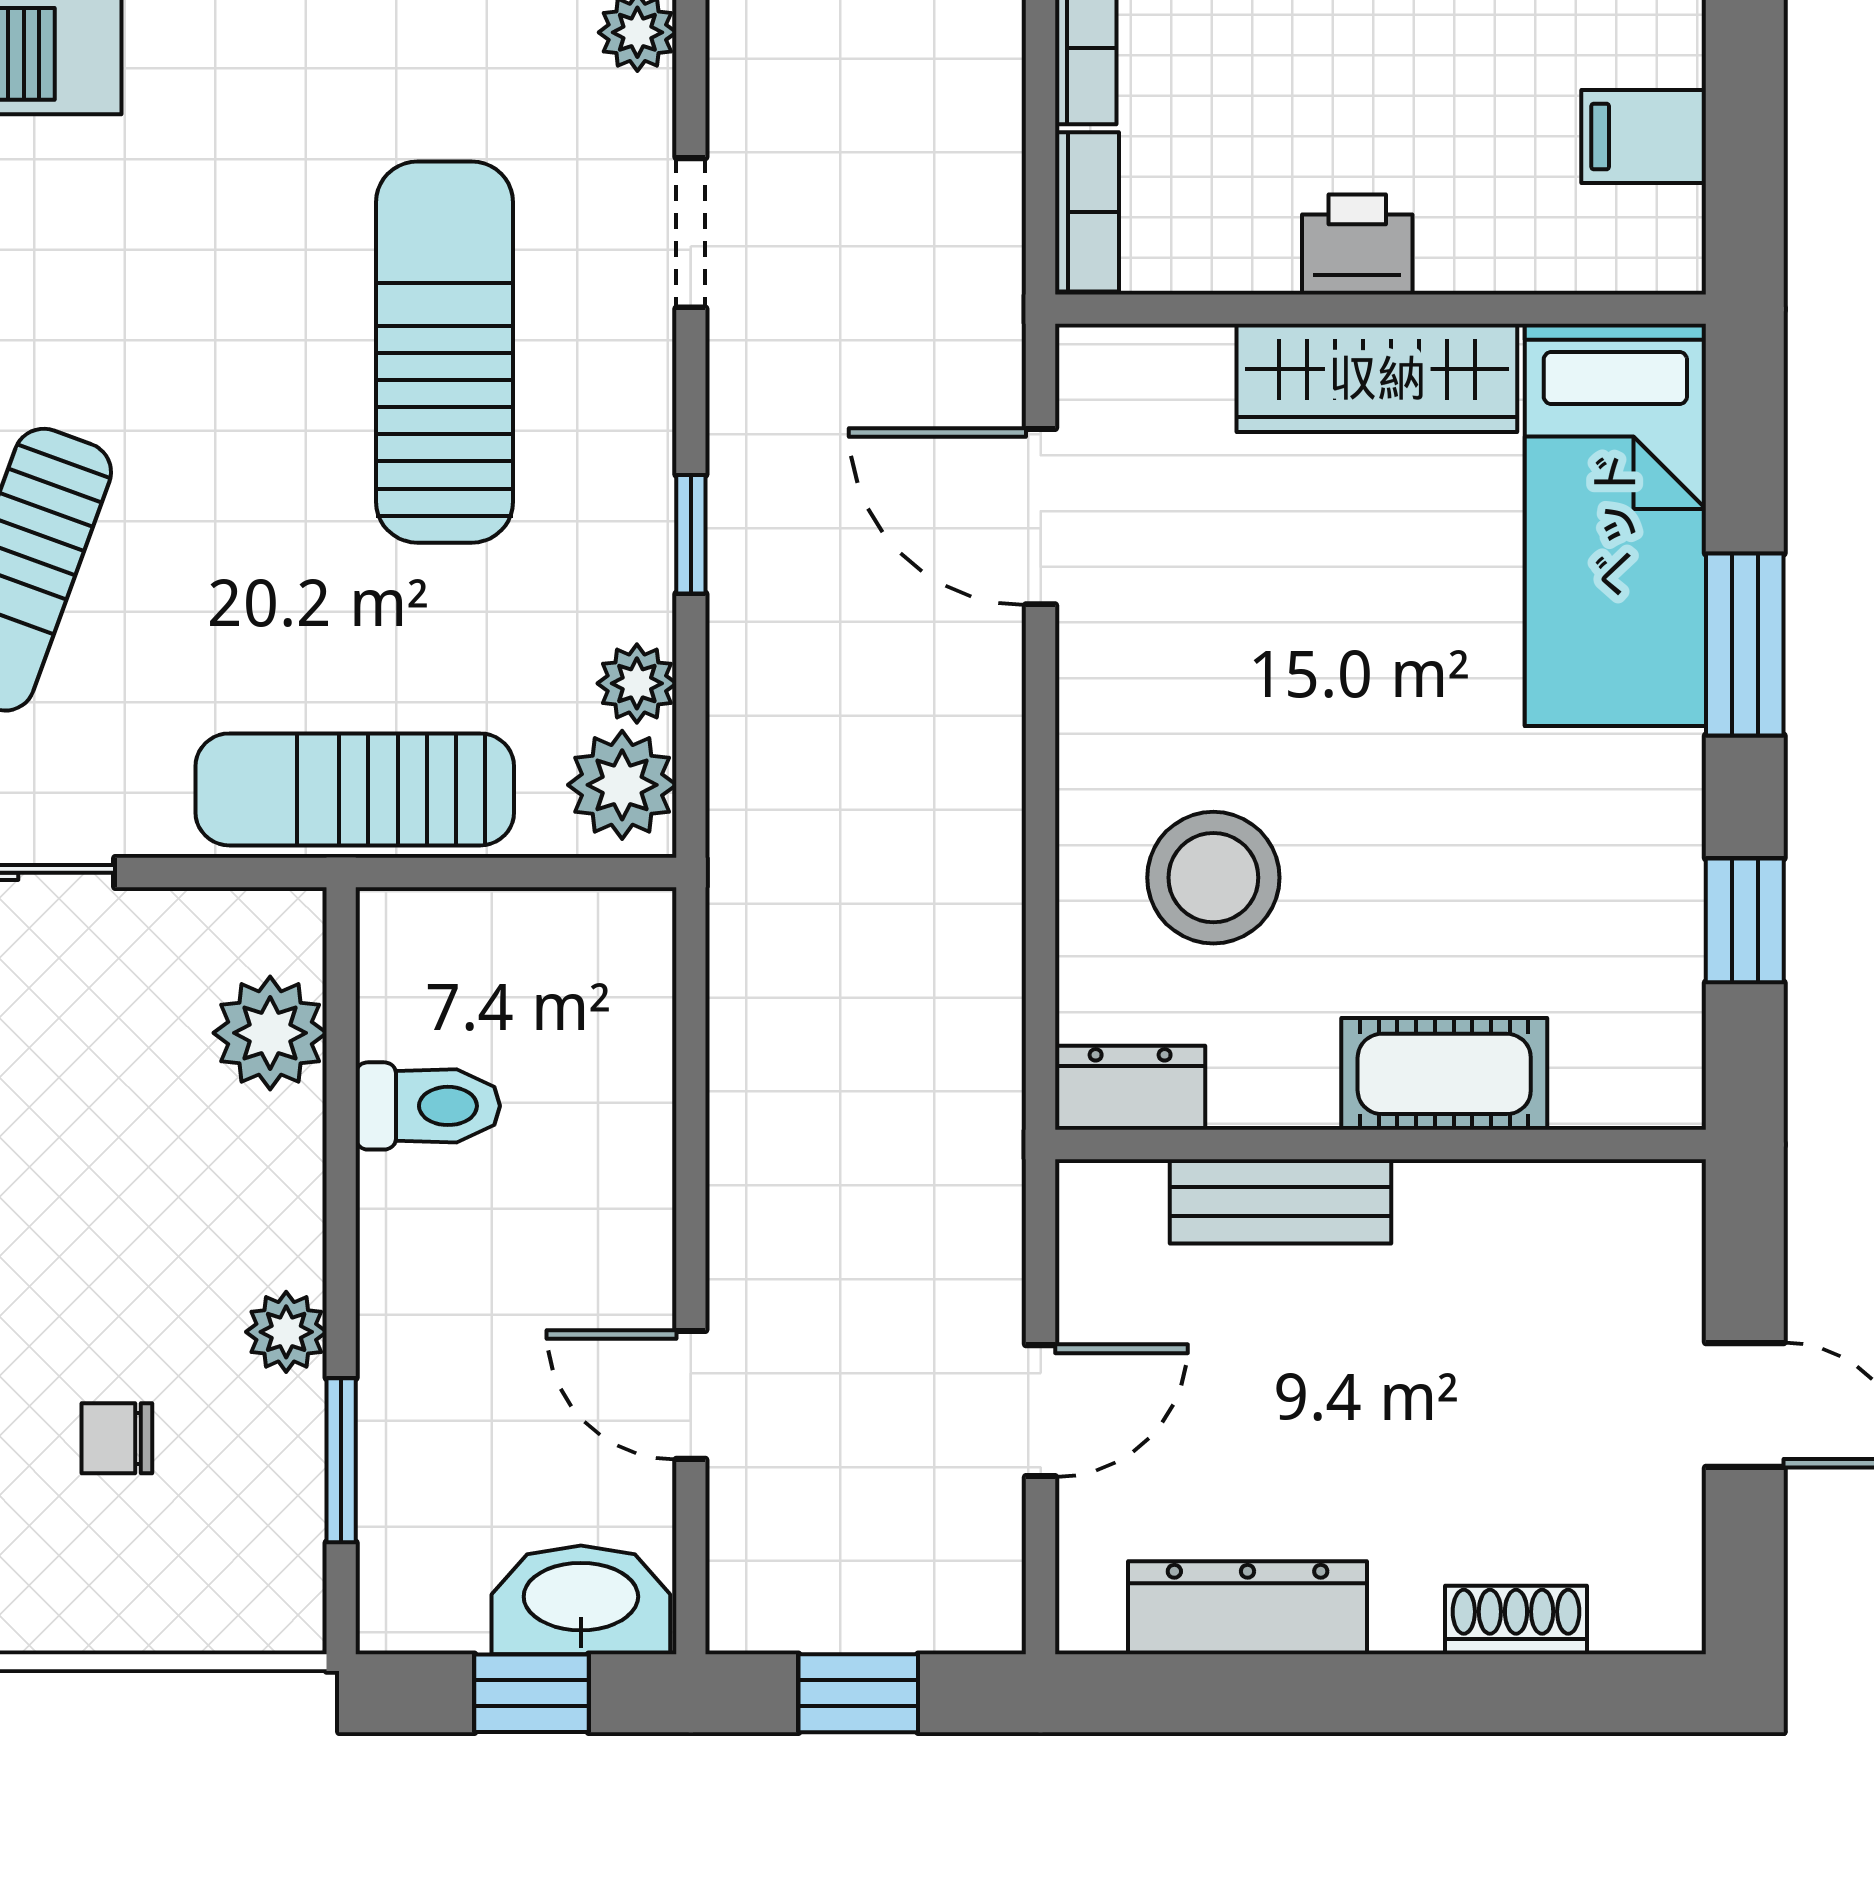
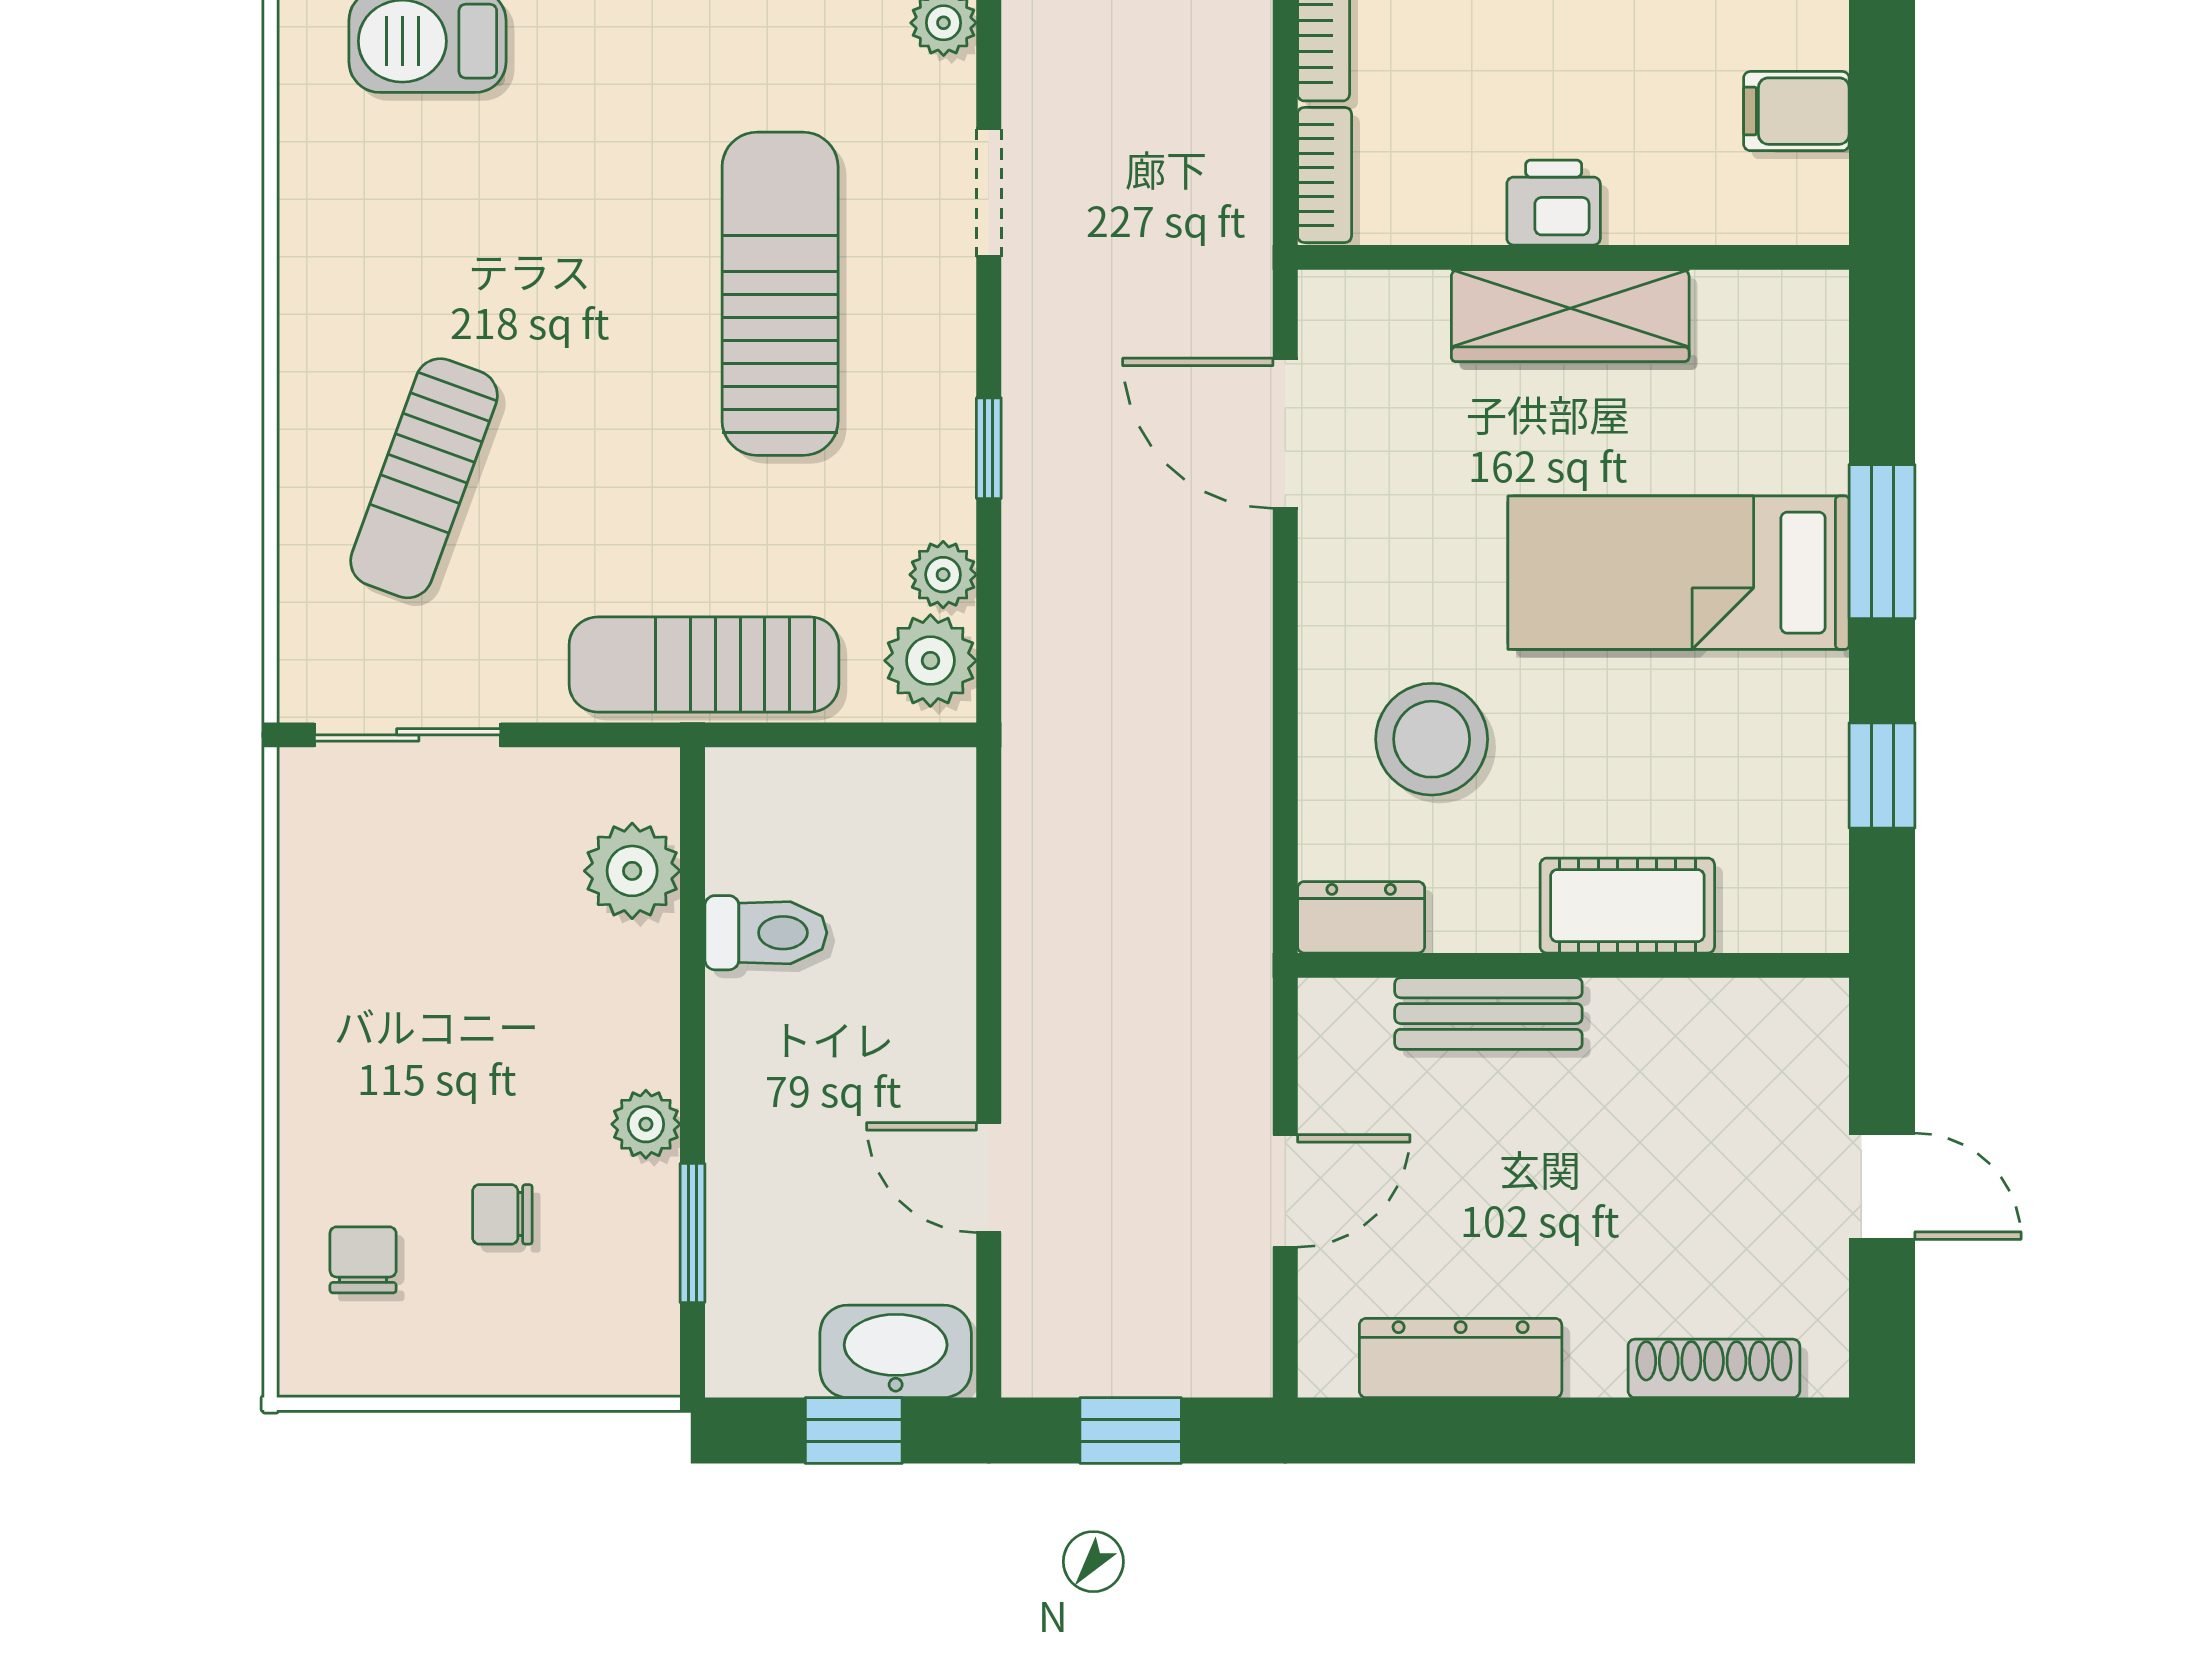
bed: (1615, 525) -> (1679, 573), moved, turned 90
shoe rack: (1516, 1620) -> (1714, 1368), width x1.43

